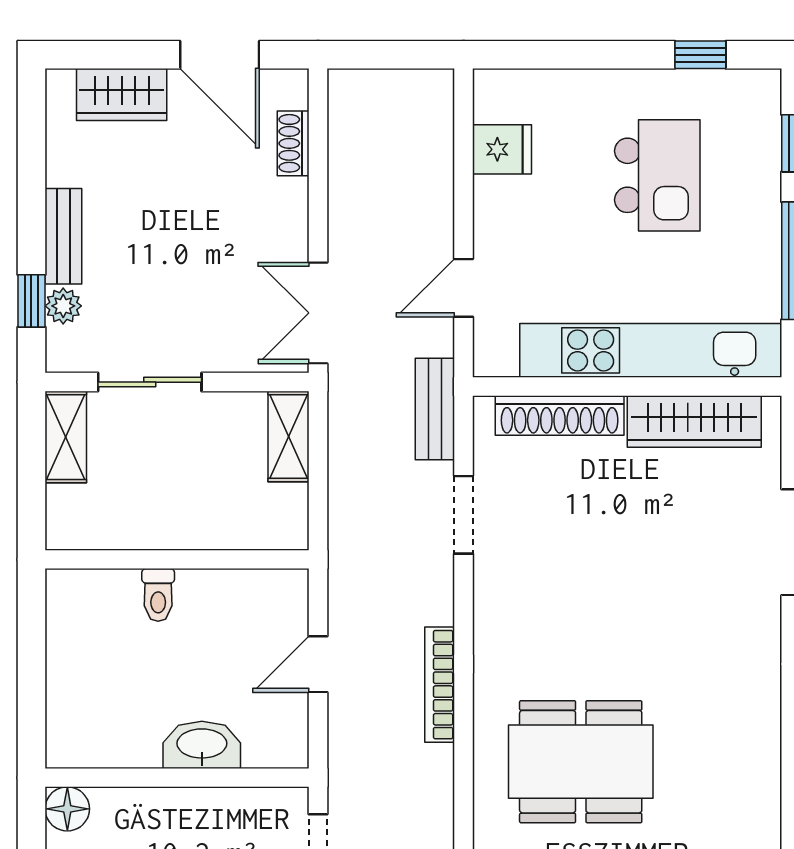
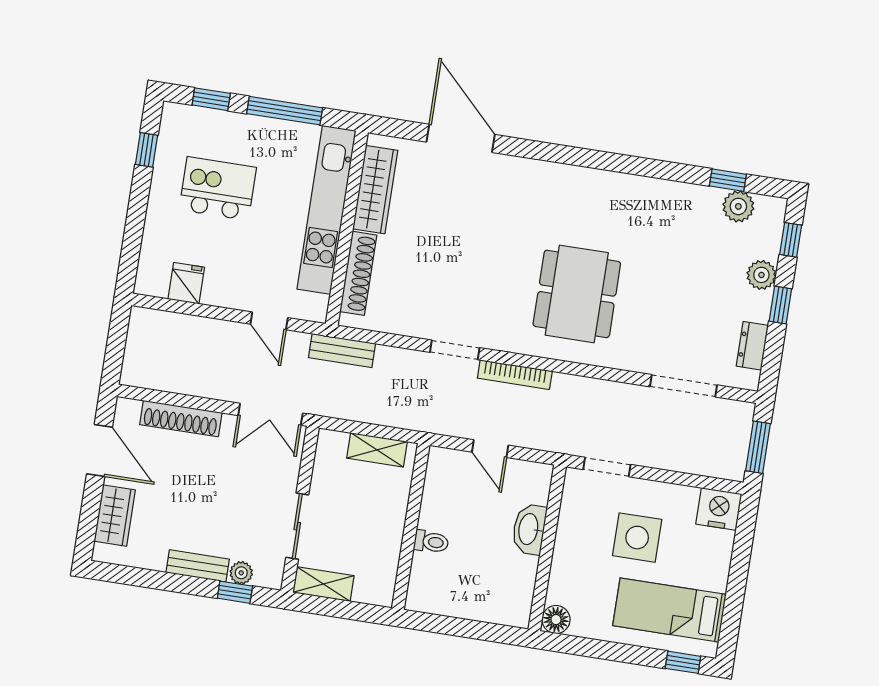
door: (220, 55) -> (99, 450), hinge flipped
shoe rack: (293, 143) -> (181, 419), width x1.94, depth x1.24
shelving: (288, 436) -> (377, 450), moved
doorway: (463, 515) -> (455, 350), moved

